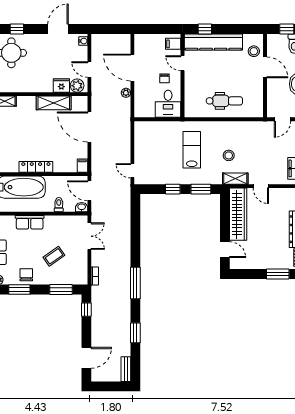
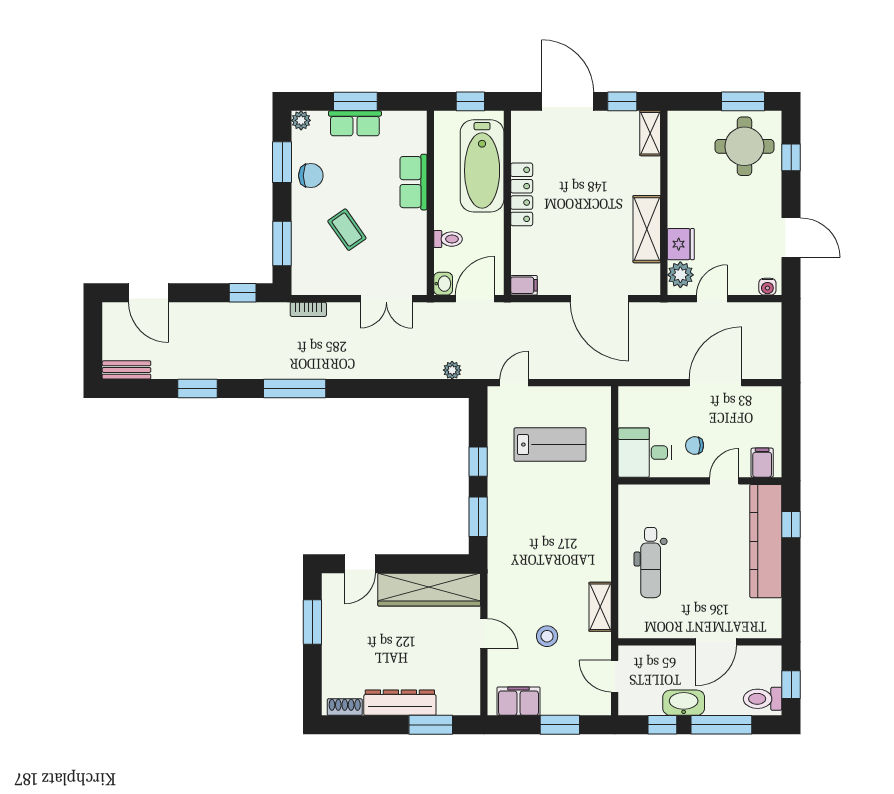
stool: (254, 51) -> (748, 620), removed
plant: (126, 93) -> (452, 370), moved
door: (89, 127) -> (600, 299), swing flipped
lab bench: (192, 150) -> (550, 445), moved
stool: (229, 155) -> (547, 636), moved
shelving: (235, 179) -> (600, 607), moved
door: (261, 186) -> (484, 634), swing flipped
window: (278, 274) -> (312, 622), moved

